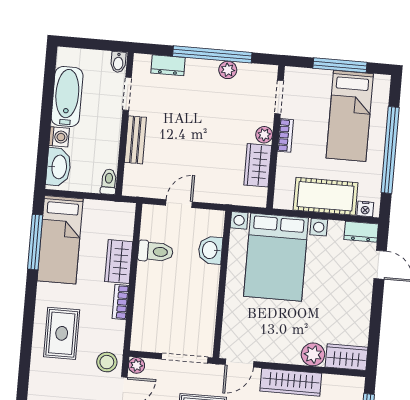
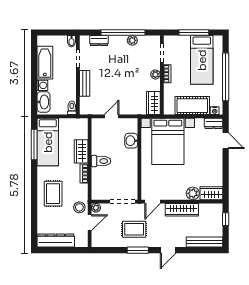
wardrobe: (258, 165) -> (153, 103), moved
toilet: (156, 251) -> (101, 161), moved

